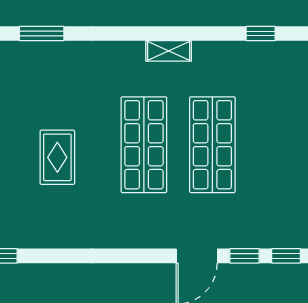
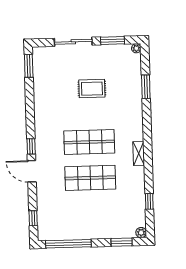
rug: (57, 157) -> (92, 89), moved
window: (244, 256) -> (31, 146), moved

